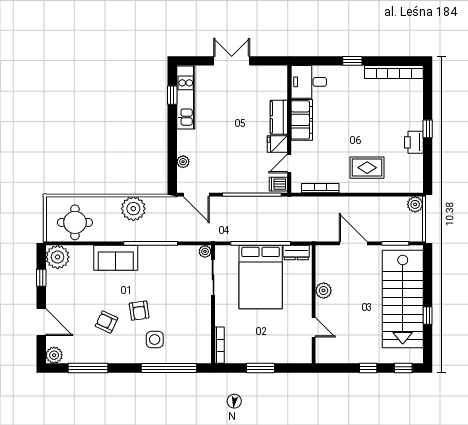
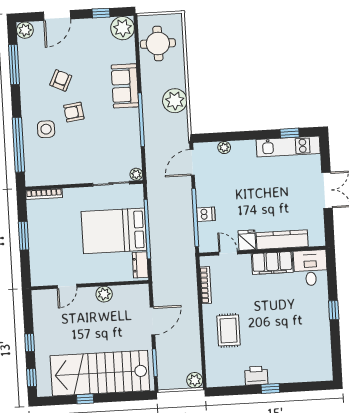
bookcase: (394, 72) -> (325, 352), removed
kitchen counter: (279, 117) -> (282, 240), width x1.50
dishwasher: (278, 184) -> (206, 214), moved, turned 90

